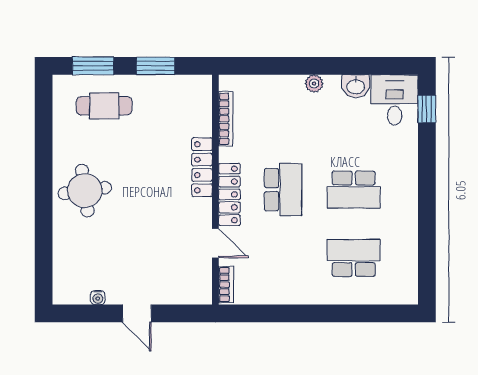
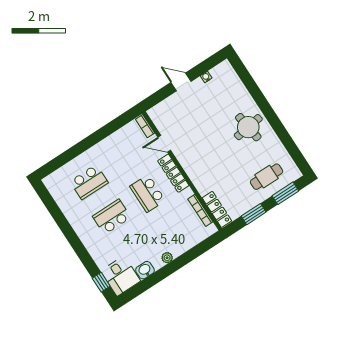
locker: (202, 167) -> (217, 209), moved

